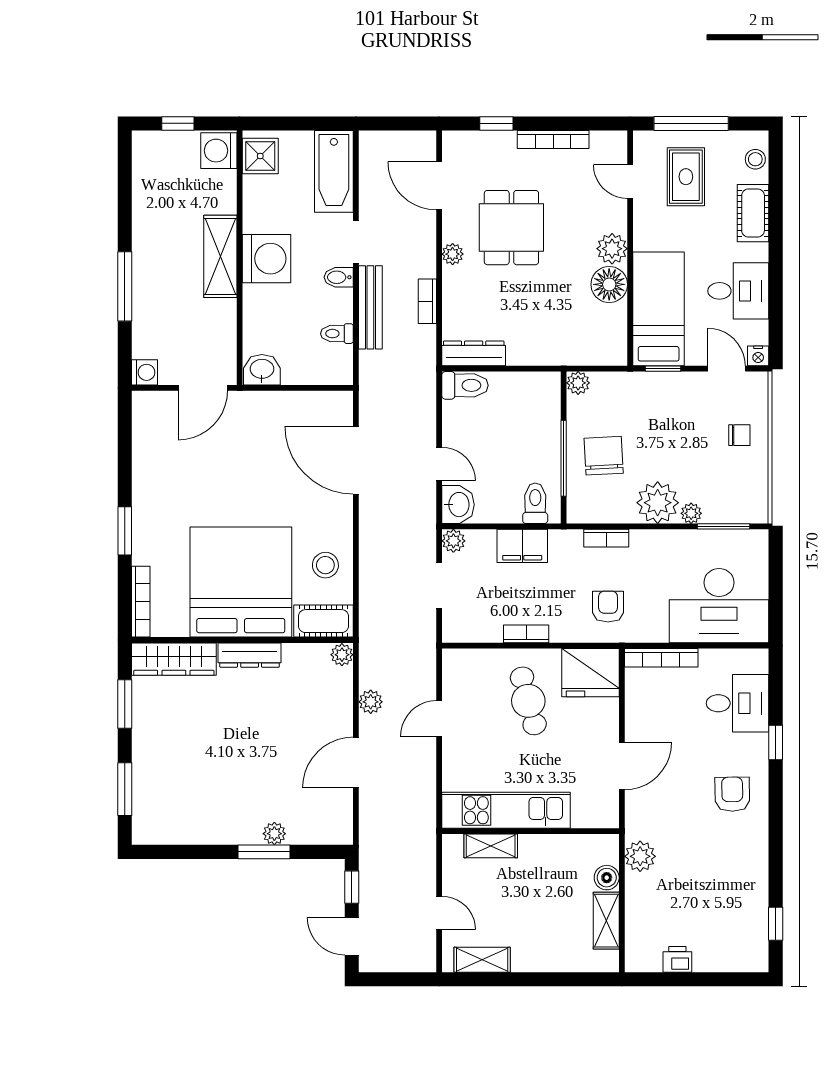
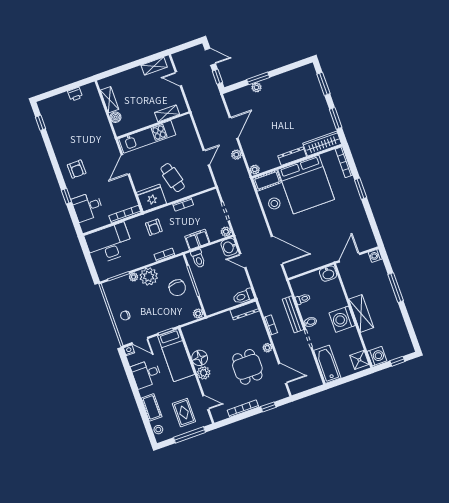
kitchen unit: (506, 810) -> (147, 137), moved
plant: (640, 856) -> (105, 131), removed

